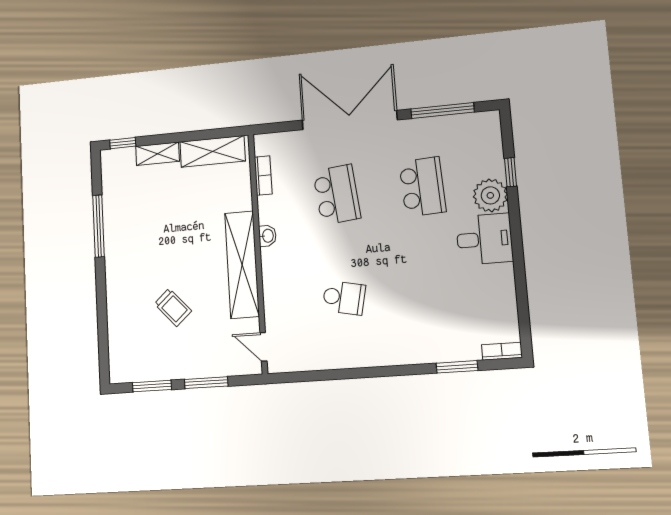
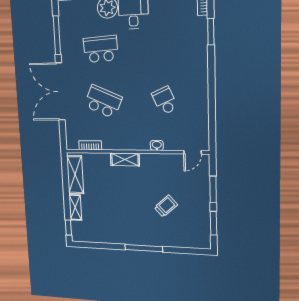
school desk: (337, 195) -> (103, 102), turned 30
window: (98, 226) -> (144, 248), moved
washbasin: (267, 236) -> (157, 145), moved
shelving: (242, 265) -> (125, 160), width x0.45, depth x0.75
school desk: (344, 298) -> (165, 101), turned -36

